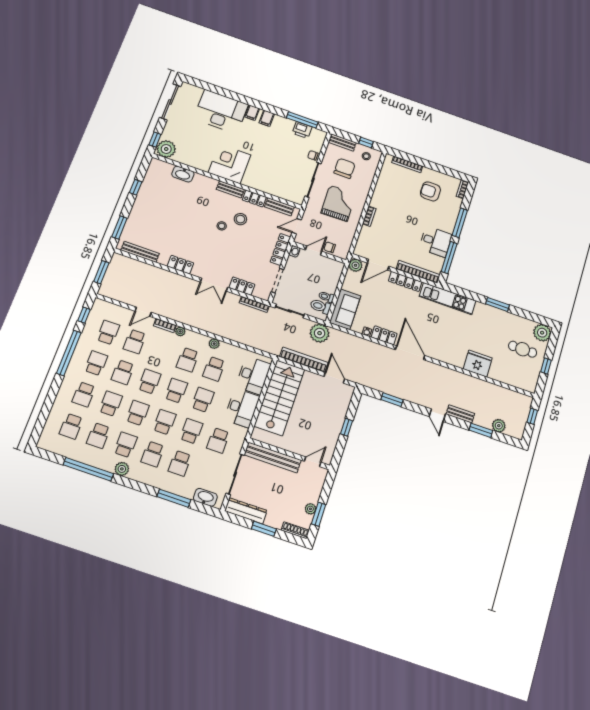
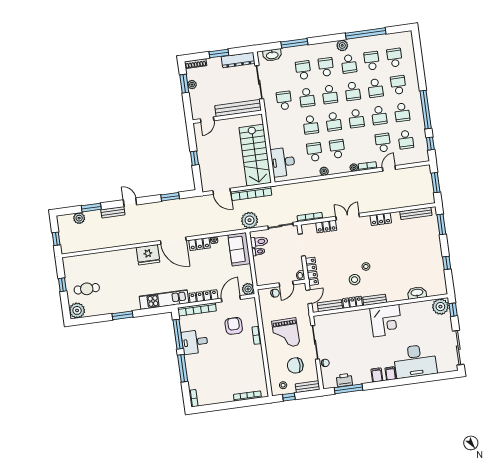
chair: (345, 168) -> (295, 365), turned 90
armchair: (430, 191) -> (234, 326), moved, turned -90
fridge: (478, 364) -> (148, 255), moved
school desk: (123, 372) -> (379, 115), turned 180
desk: (242, 408) -> (279, 133), removed

